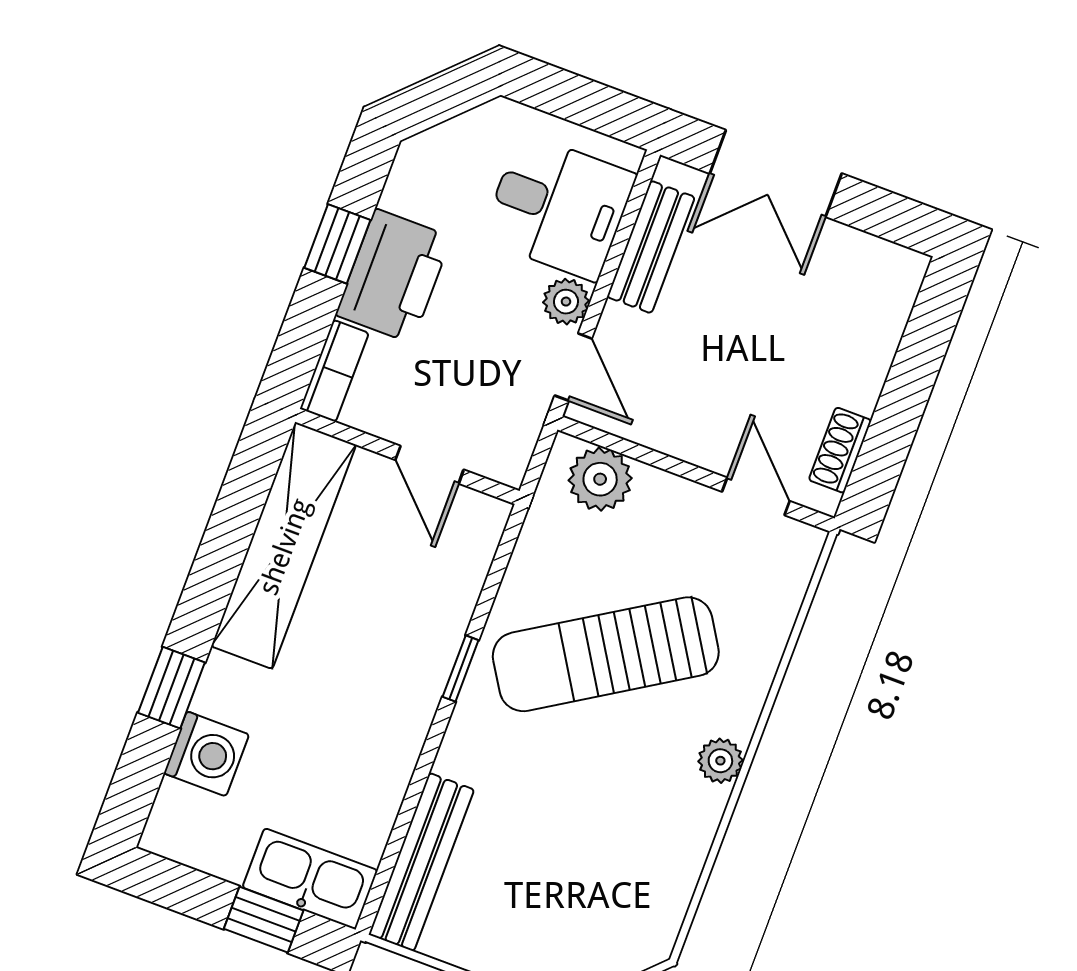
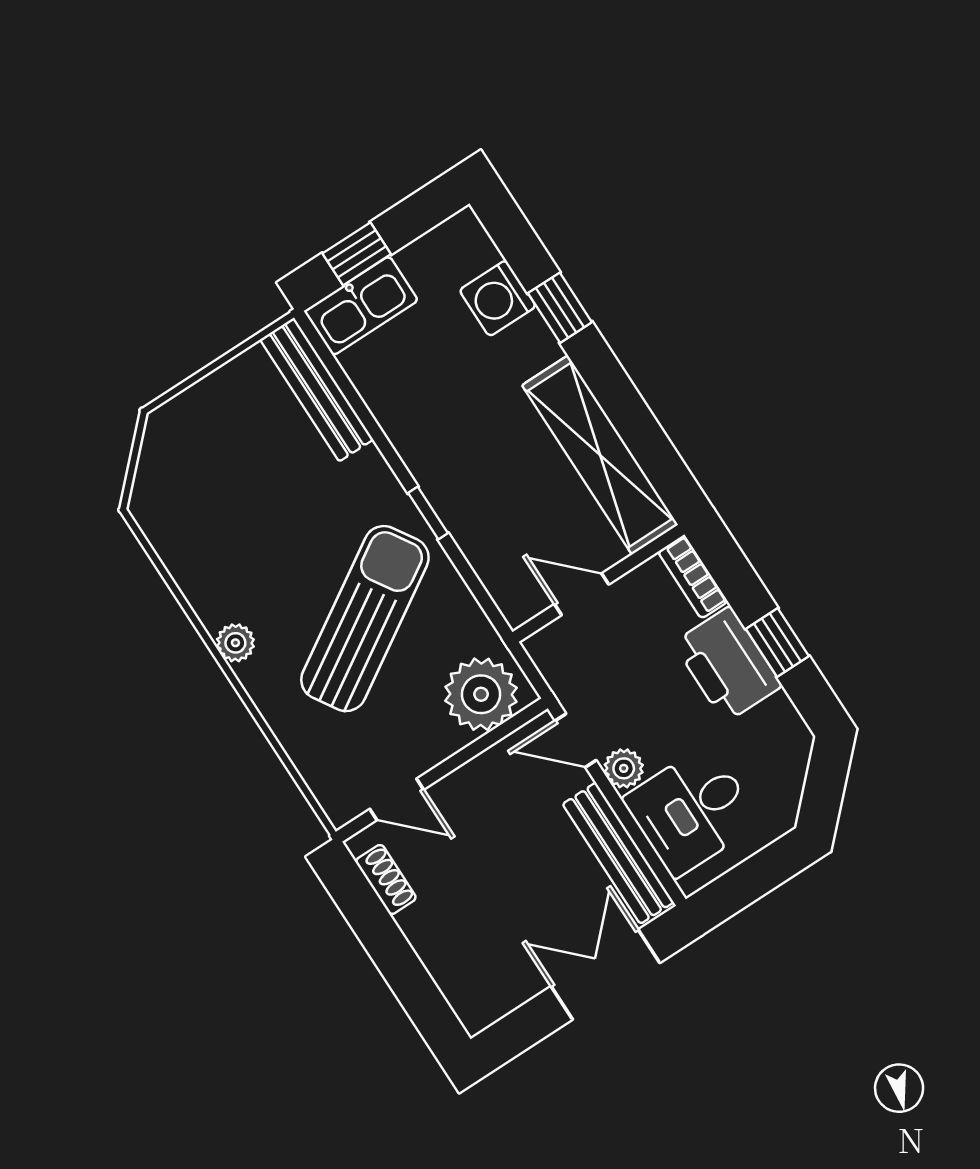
bench: (651, 247) -> (618, 853), width x1.36
plant: (600, 479) -> (481, 694), width x1.36, depth x1.36

